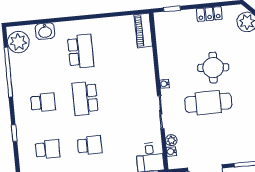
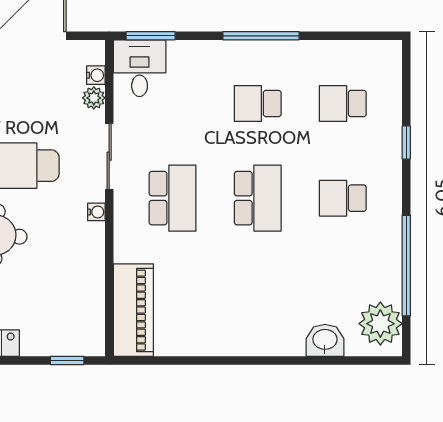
piano: (143, 31) -> (133, 310), width x1.37, depth x1.33
school desk: (81, 51) -> (173, 198), moved, turned 180

